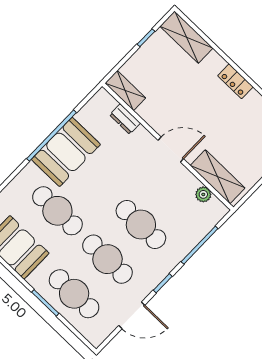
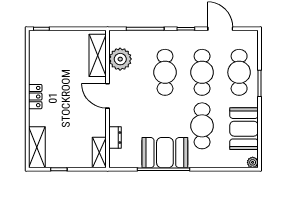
plant: (203, 194) -> (120, 59), width x1.88, depth x1.88

